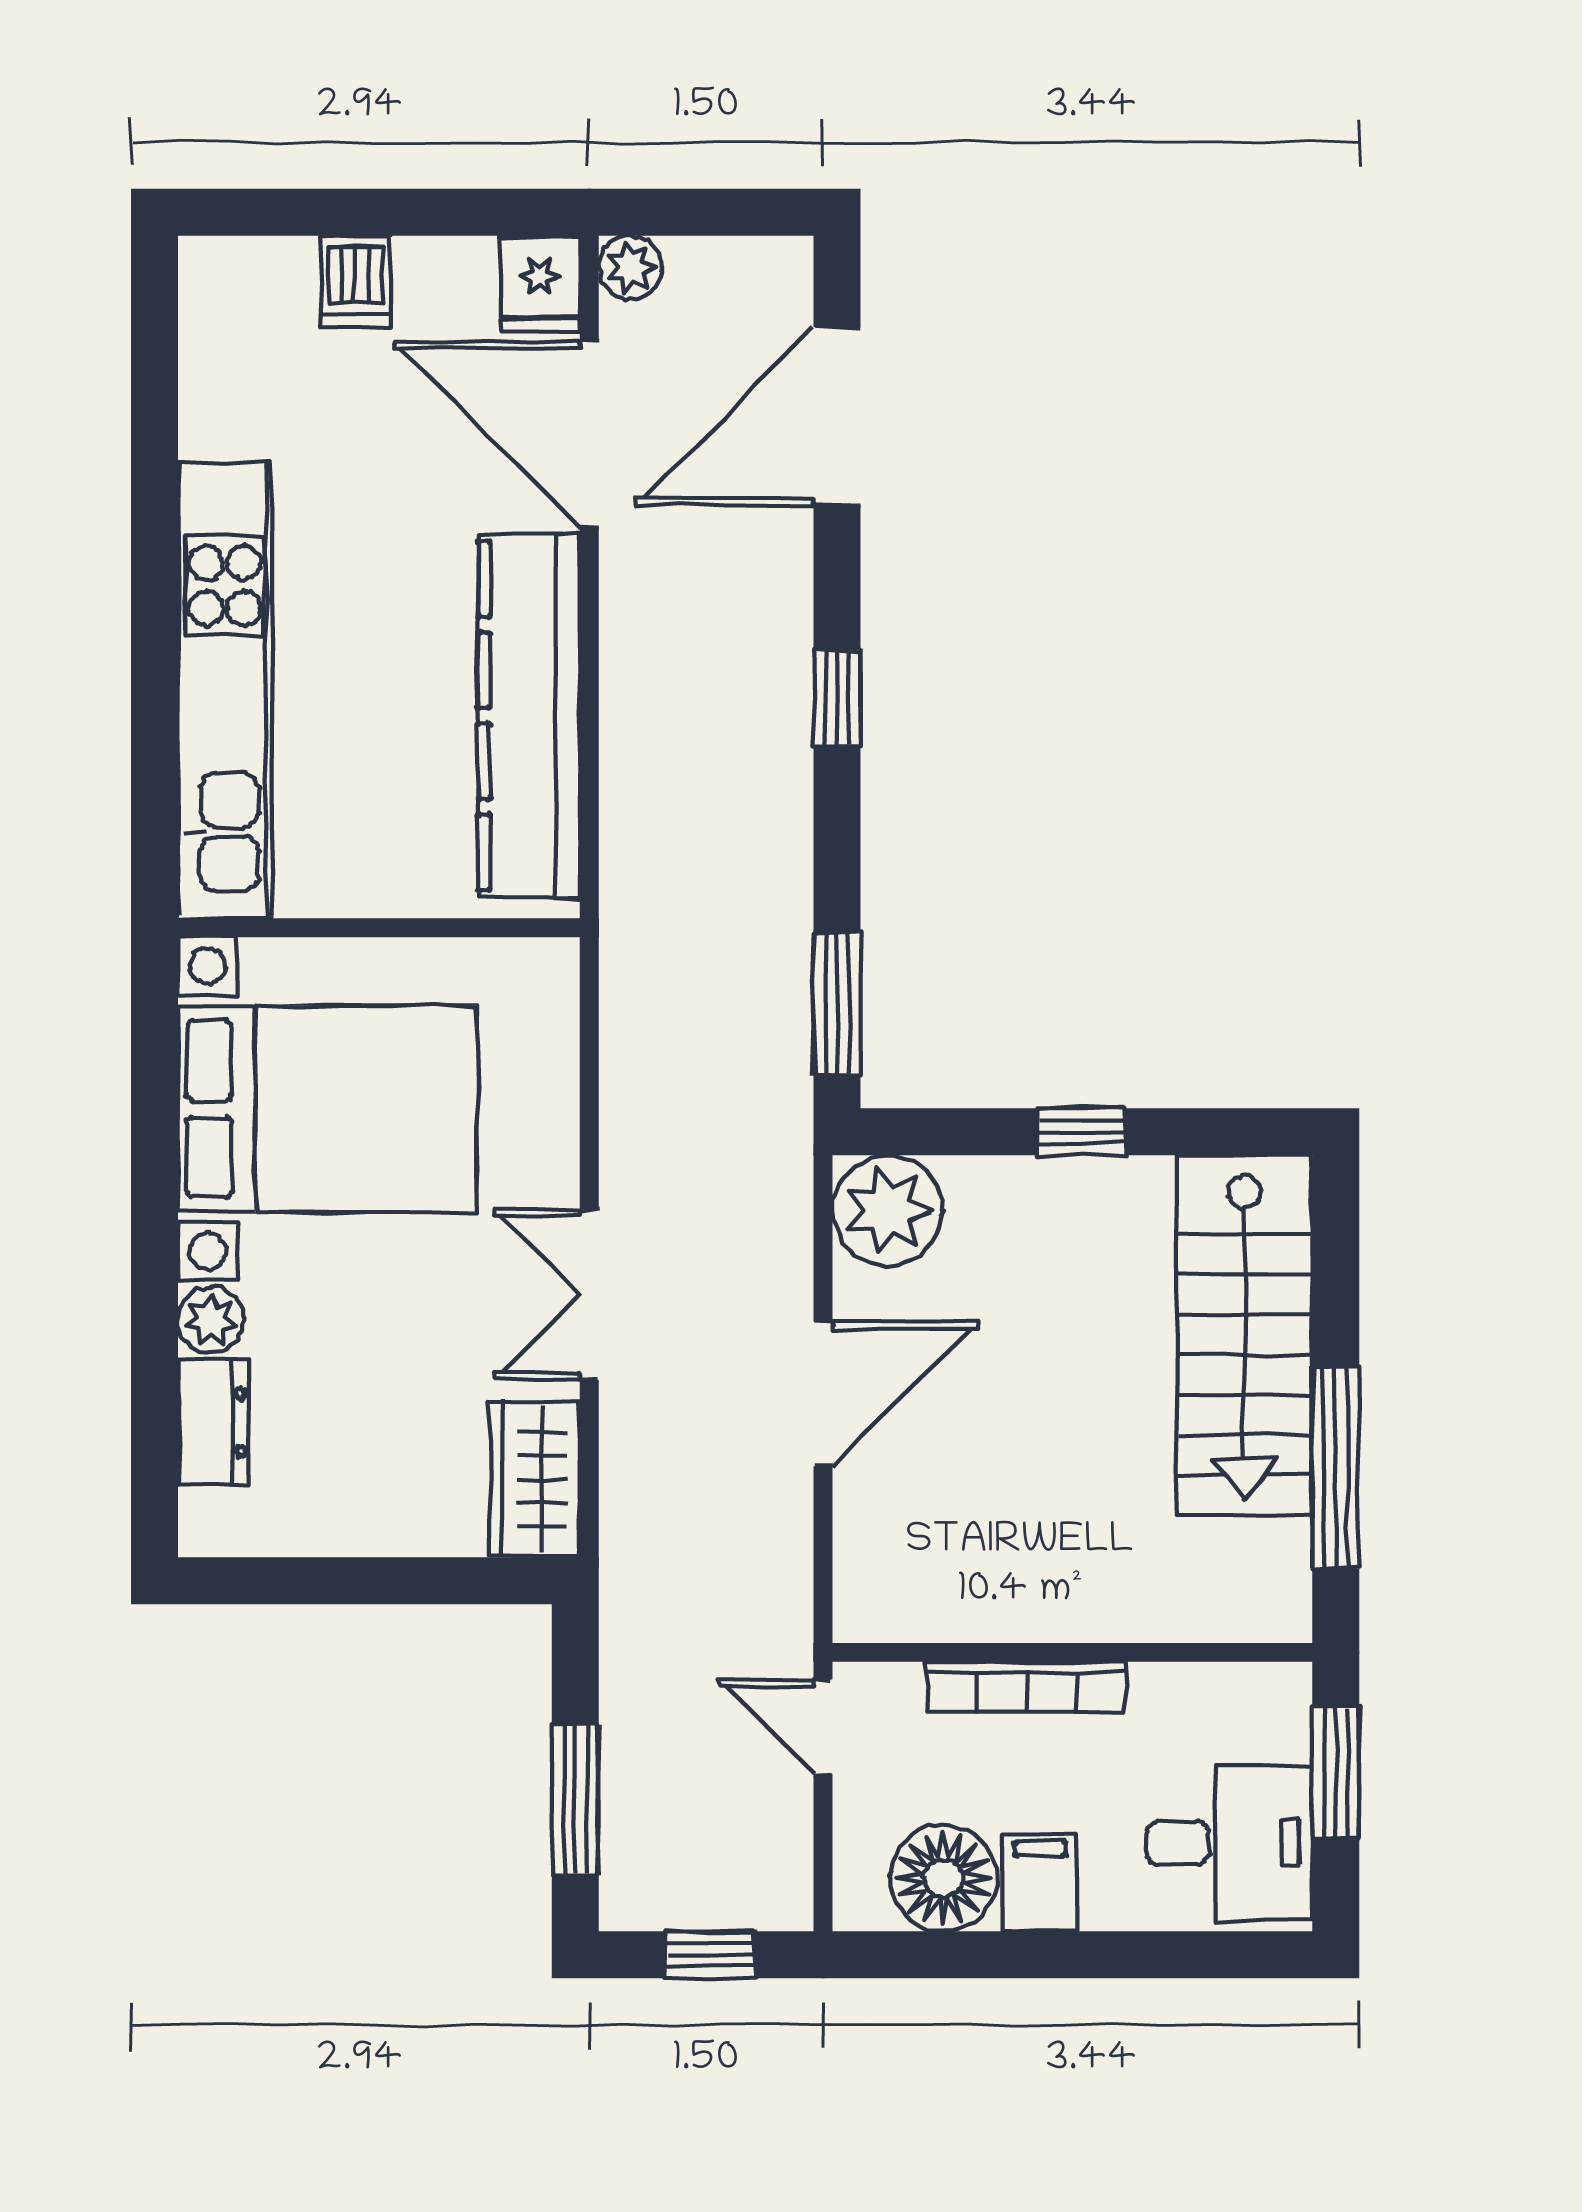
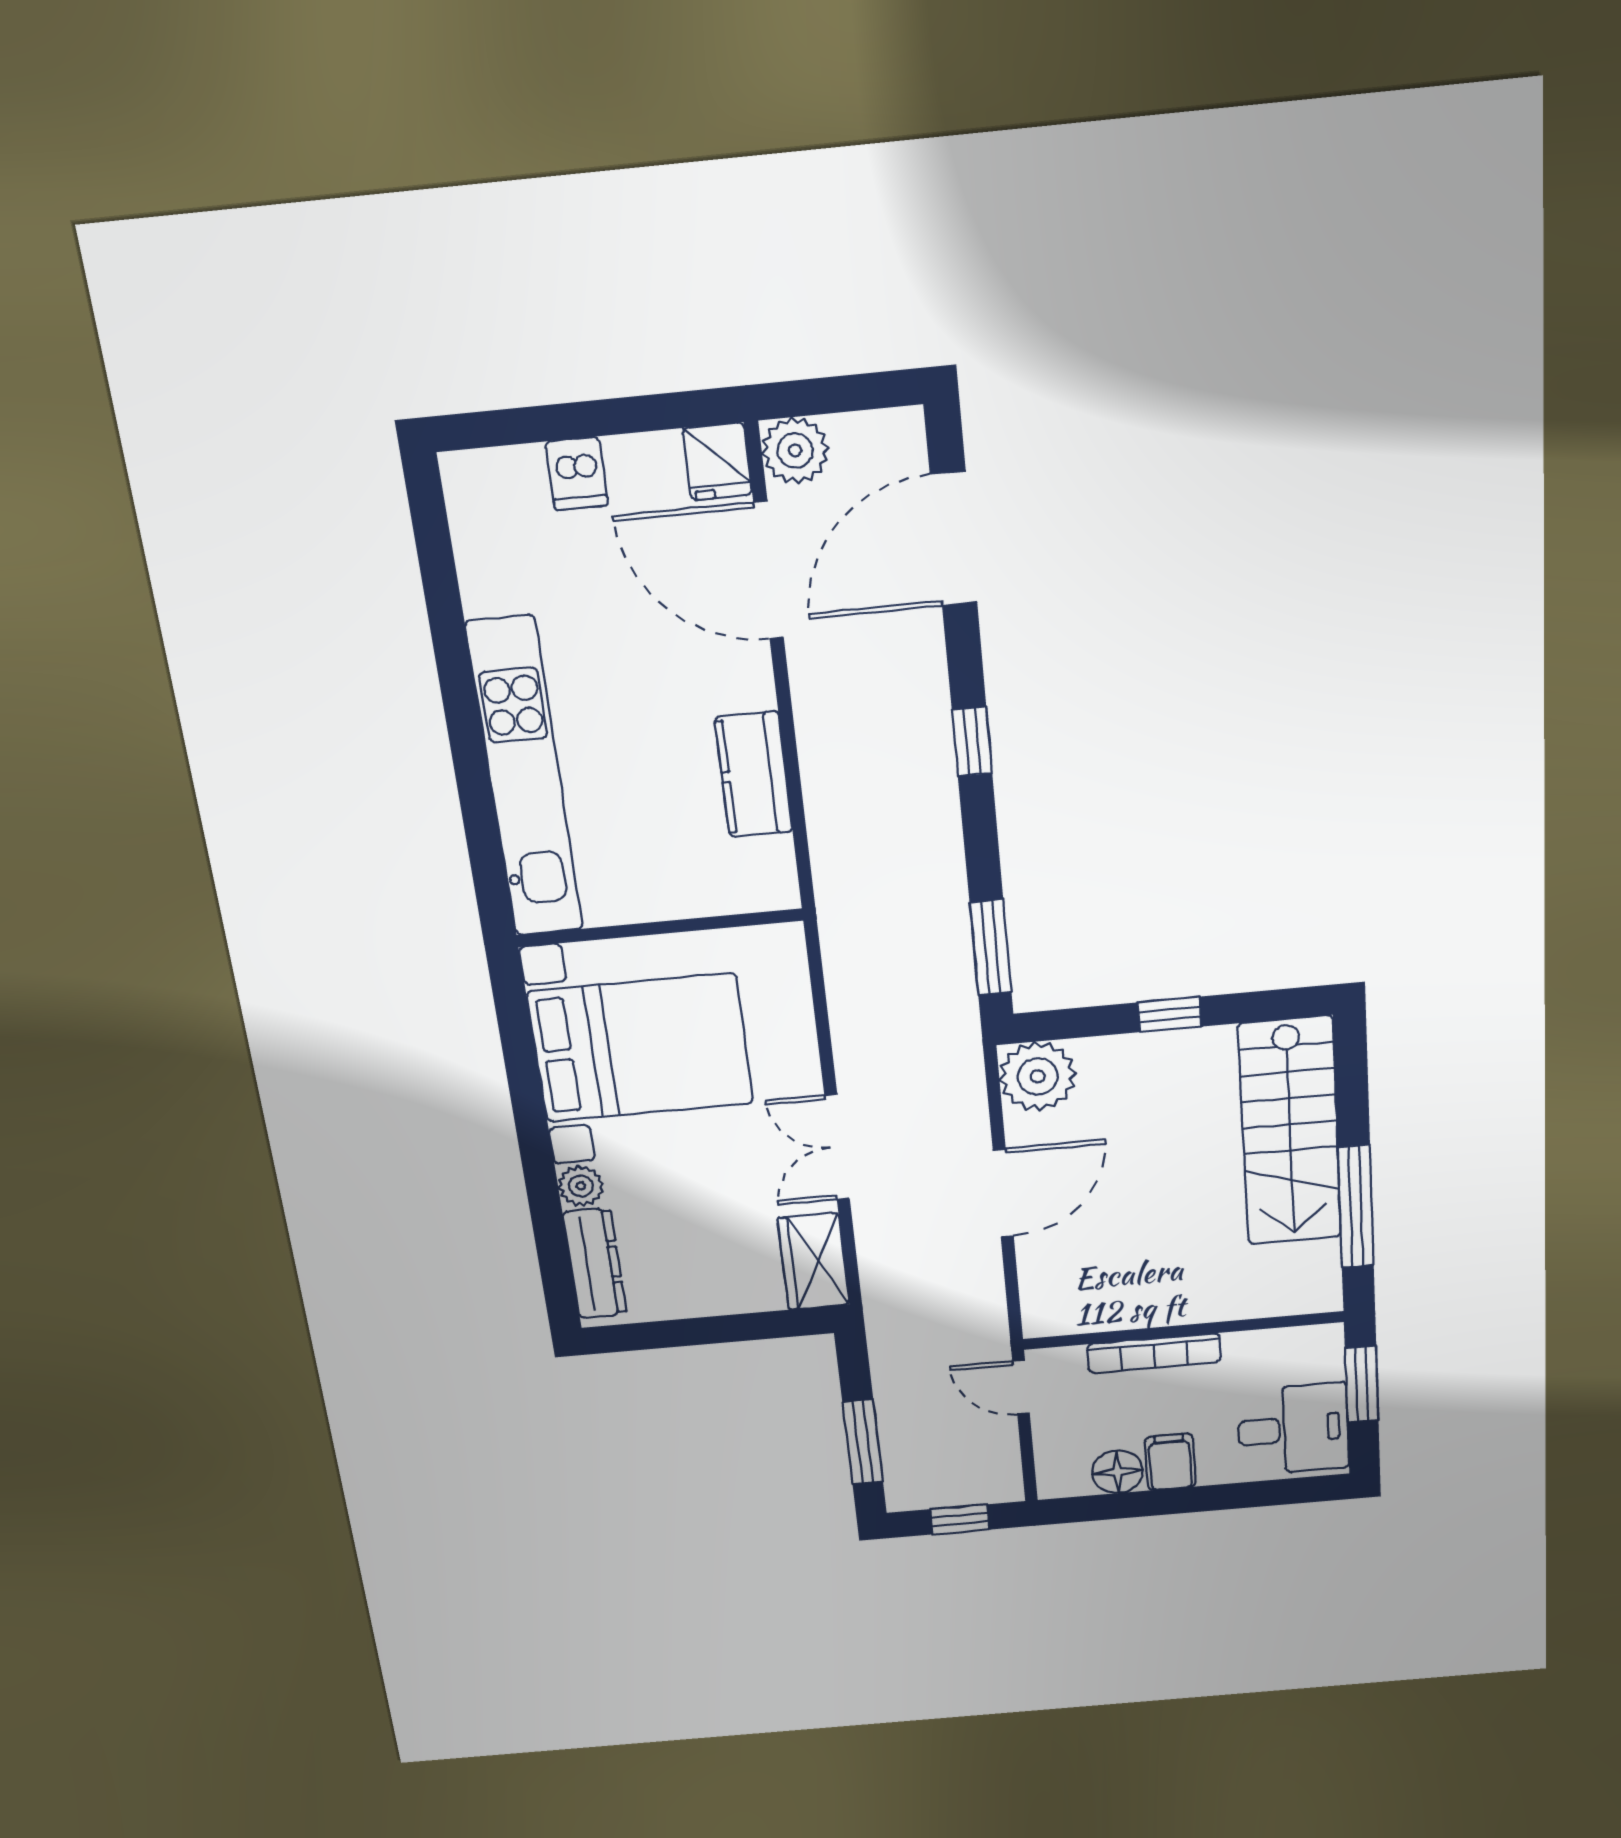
plant: (630, 267) -> (795, 451), width x1.38, depth x1.38
kitchen counter: (529, 716) -> (754, 775), width x0.48, depth x0.86
dresser: (213, 1422) -> (595, 1263), width x1.44
floor lamp: (944, 1878) -> (1118, 1472), width x0.73, depth x0.73

